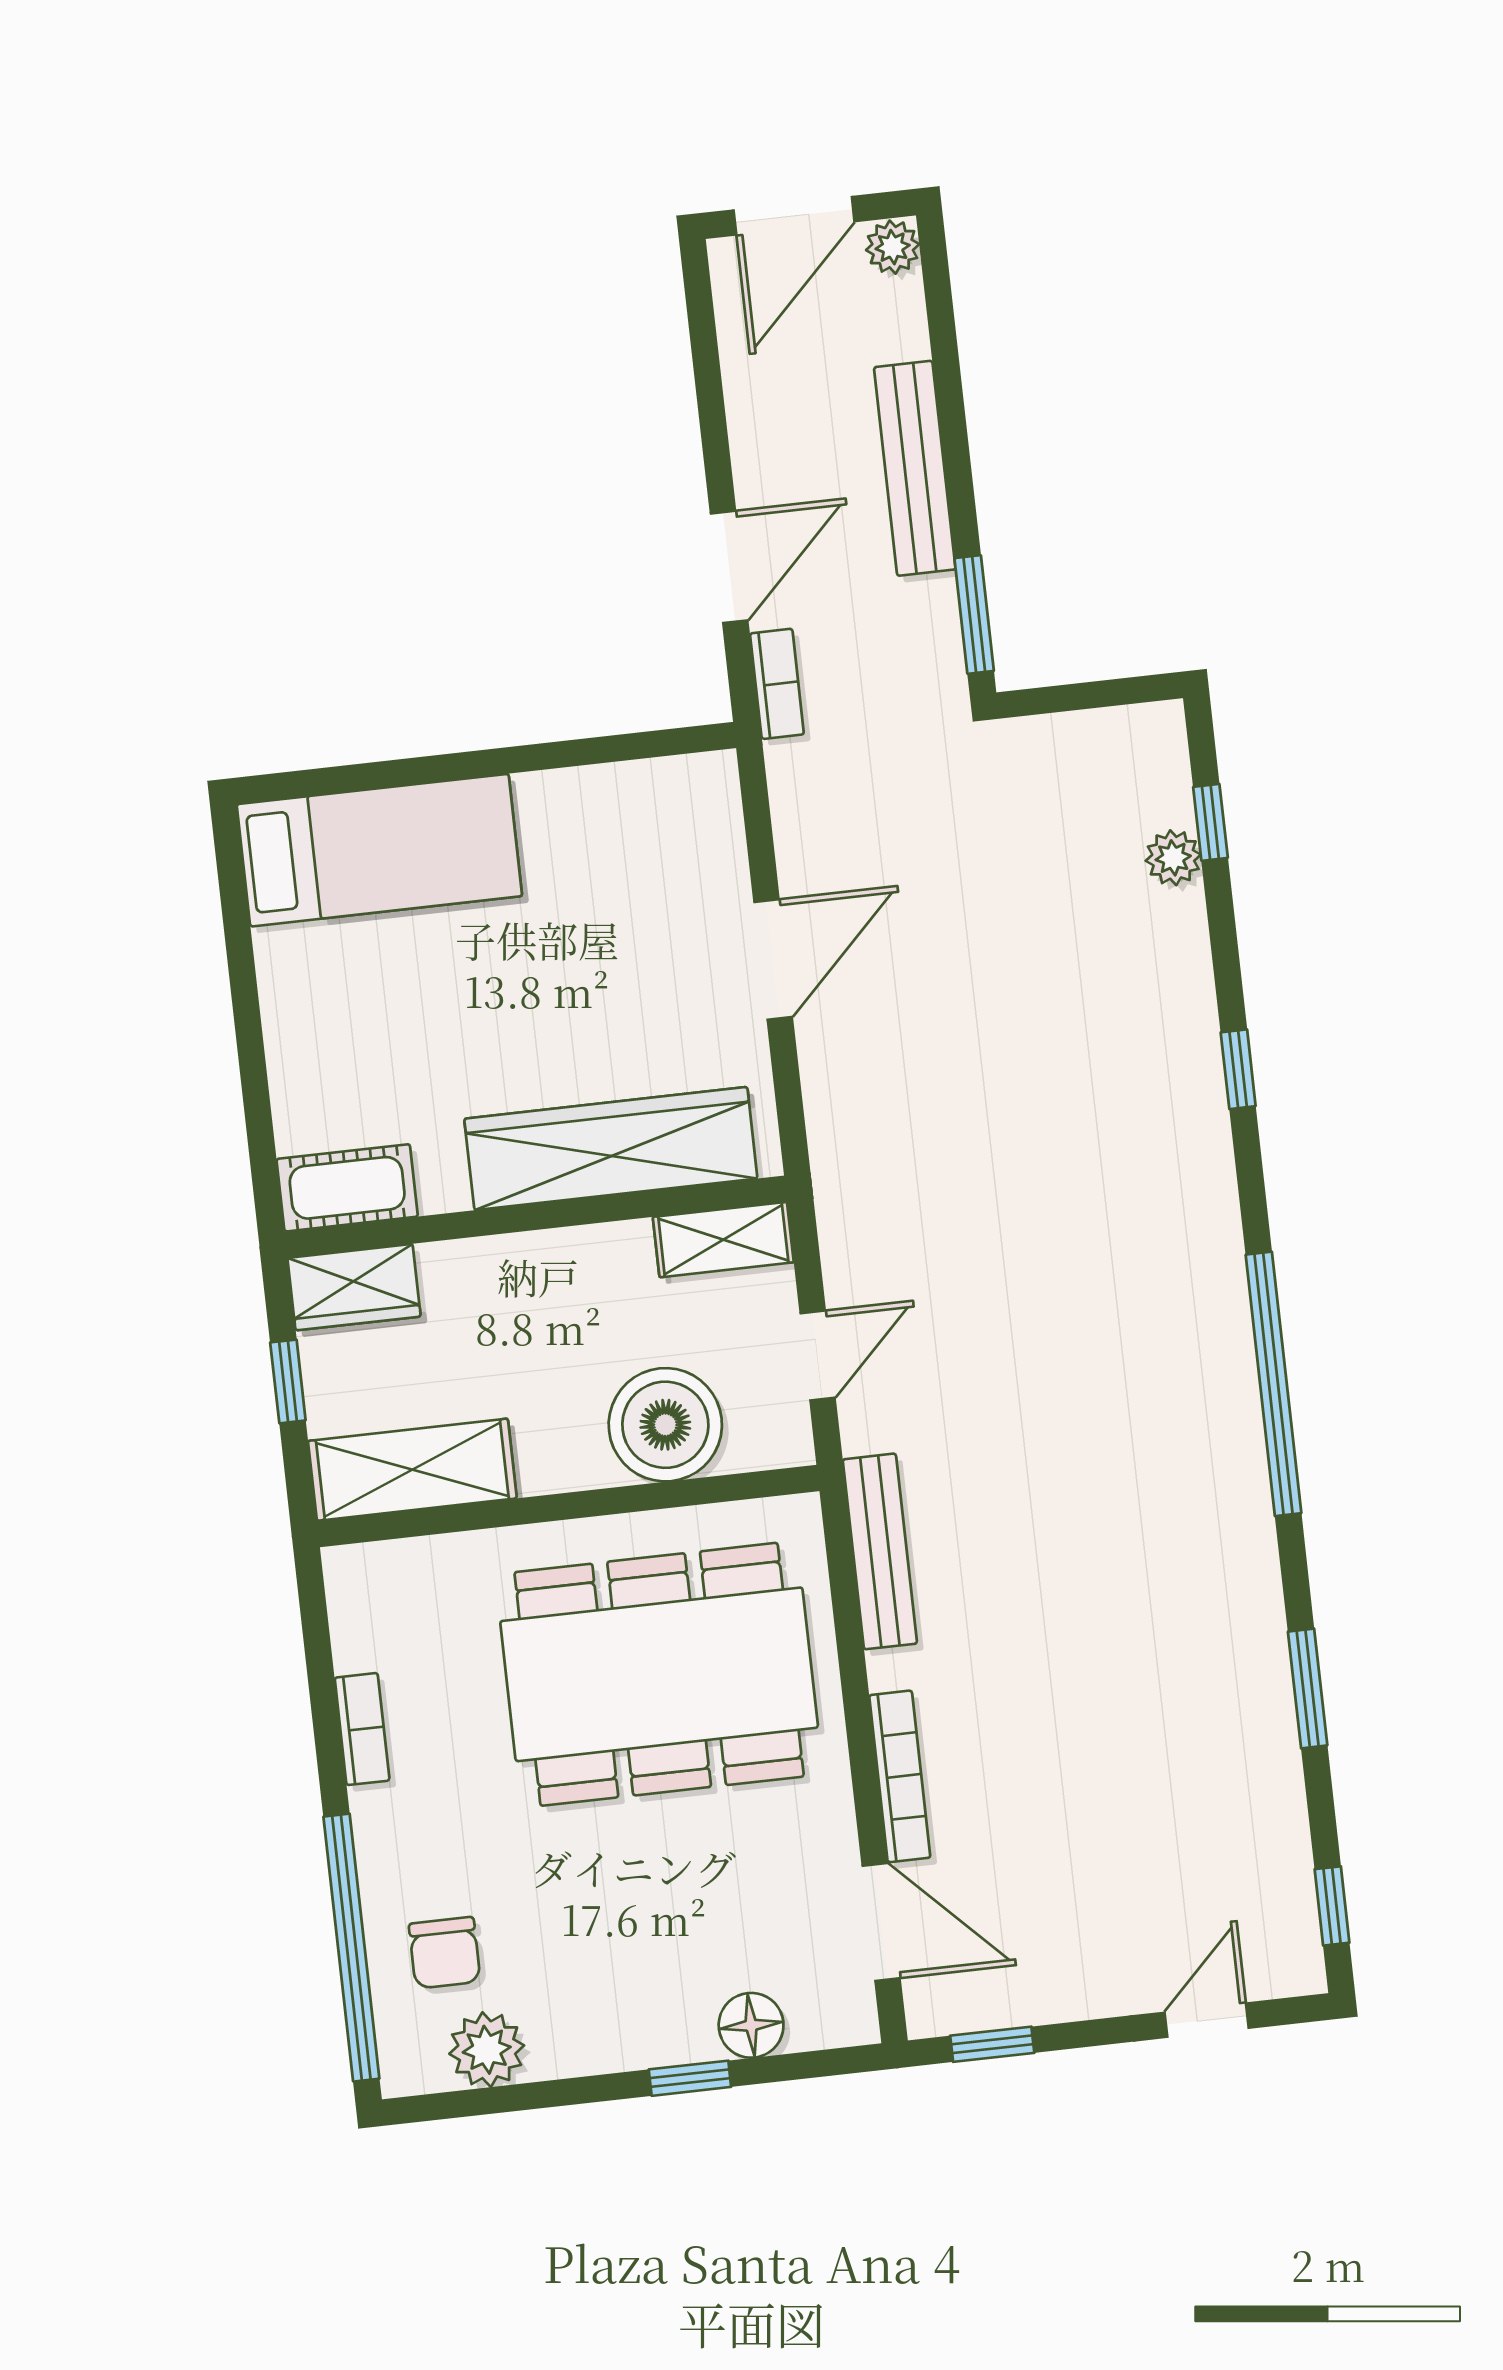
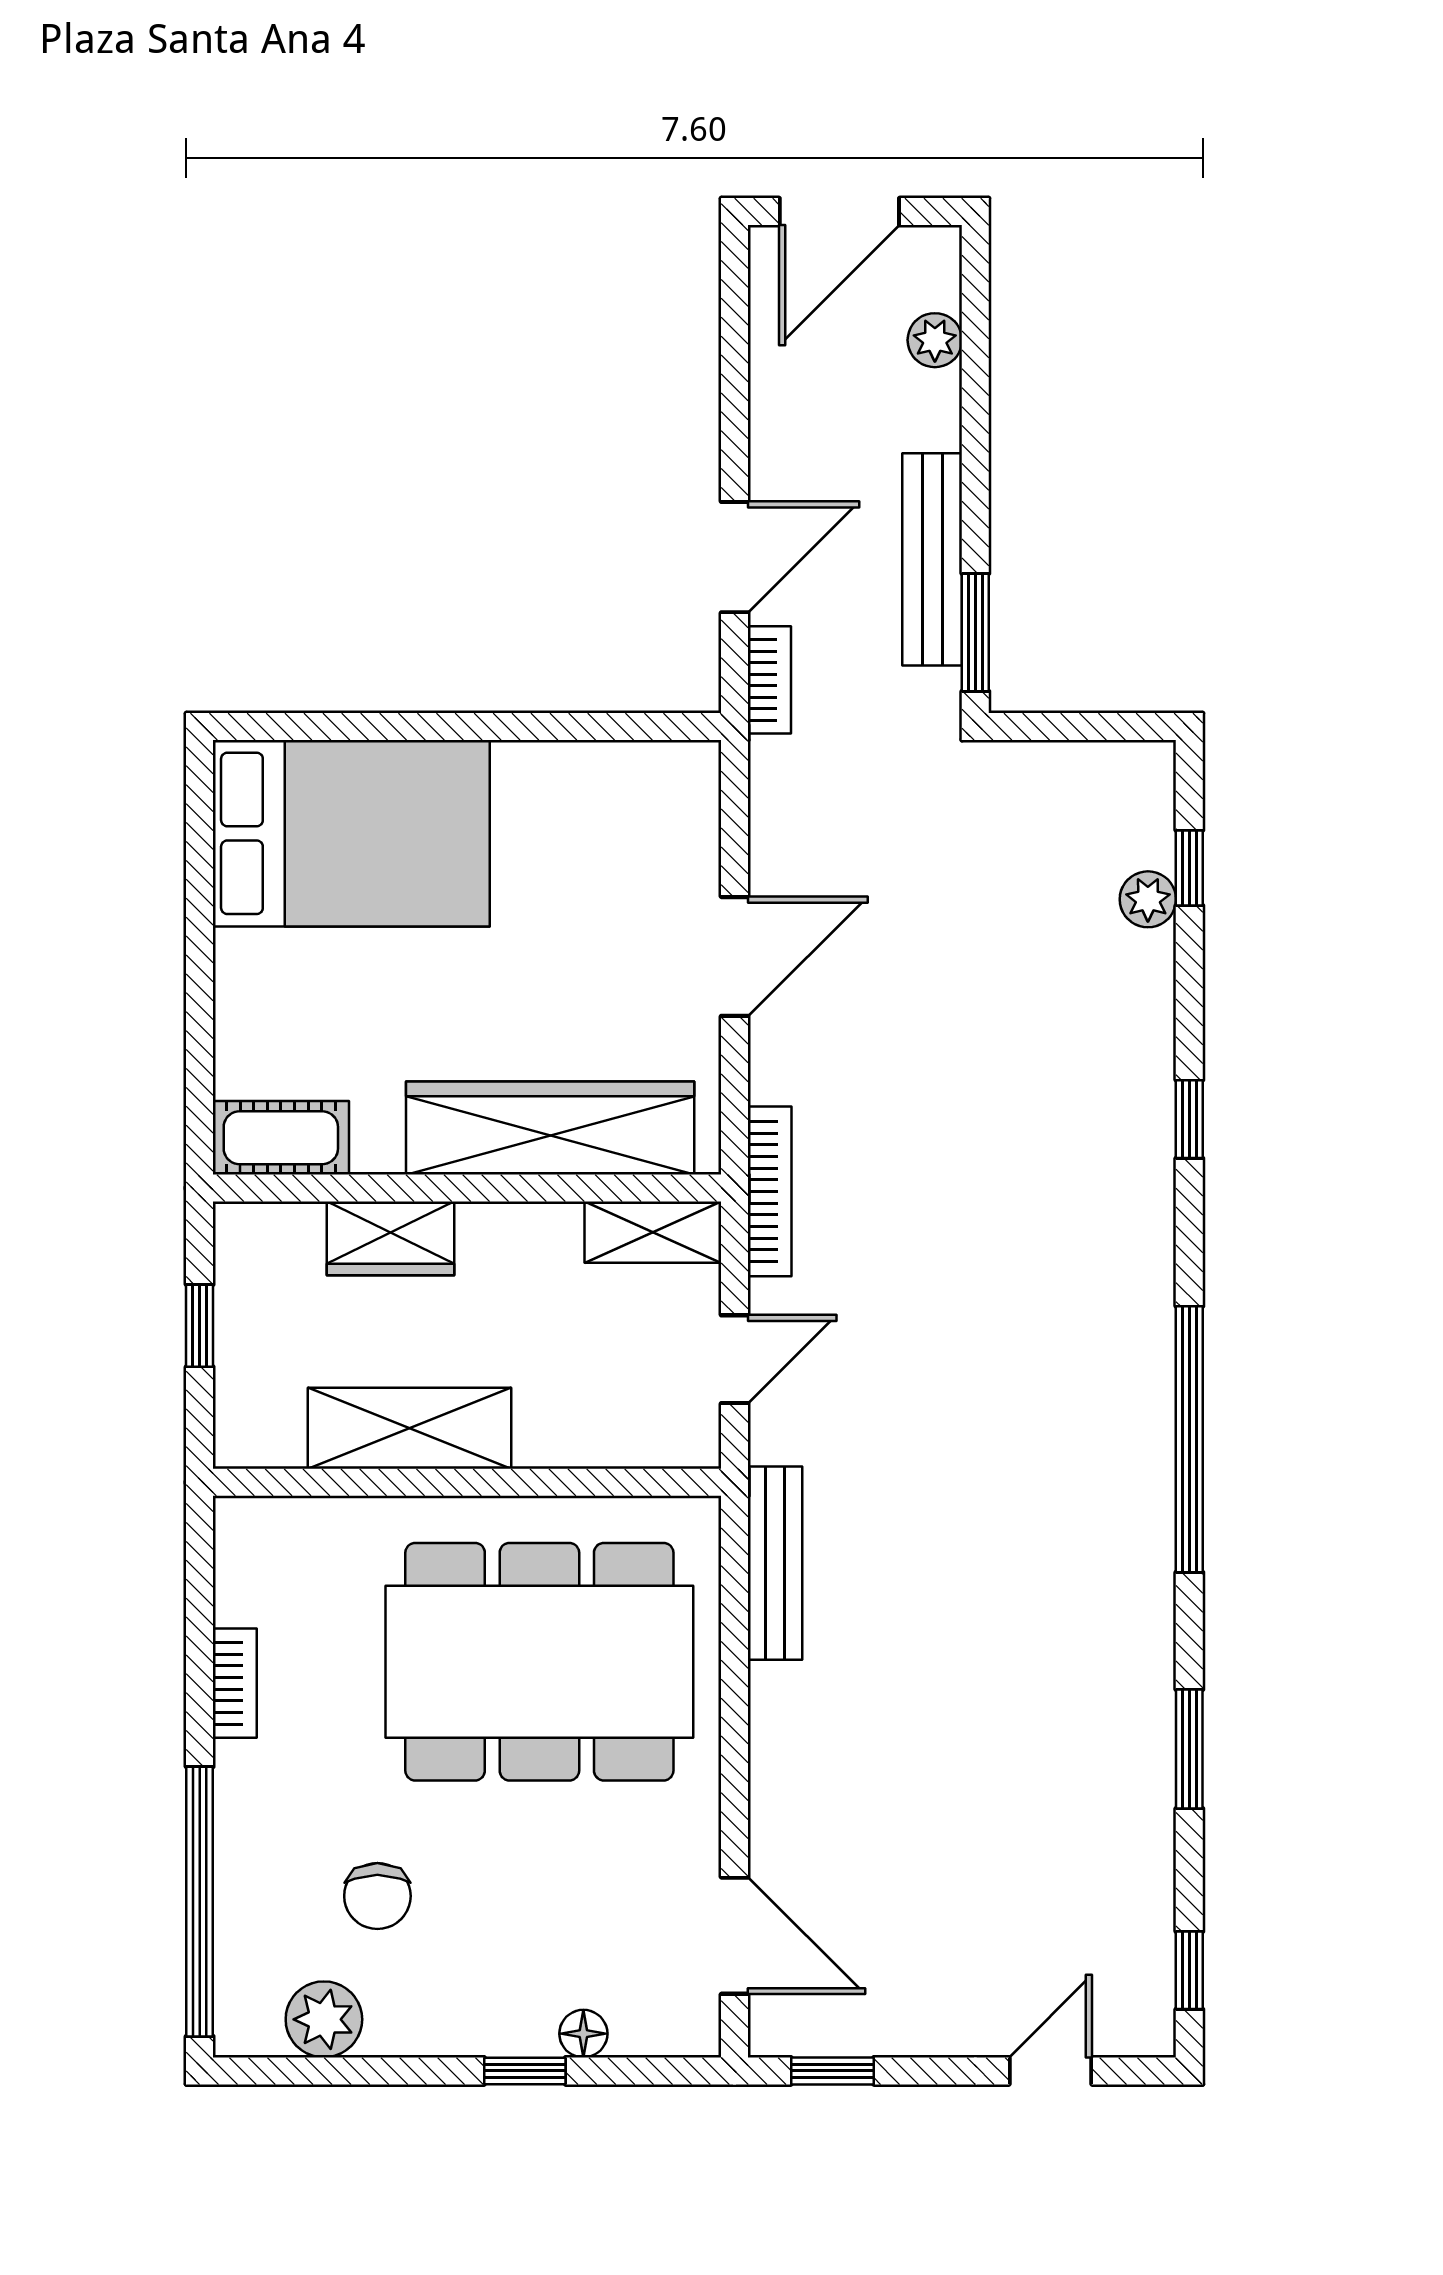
plant: (893, 247) -> (935, 340), moved
bench: (915, 468) -> (932, 559), moved
bed: (379, 850) -> (351, 833), width x1.50
wardrobe: (354, 1287) -> (391, 1238), moved
boiler: (665, 1425) -> (574, 1412), removed
shelving: (412, 1470) -> (409, 1428), moved
bookcase: (900, 1776) -> (770, 1191), moved
chair: (445, 1953) -> (377, 1896), moved
floor lamp: (751, 2025) -> (583, 2034), width x0.73, depth x0.73

